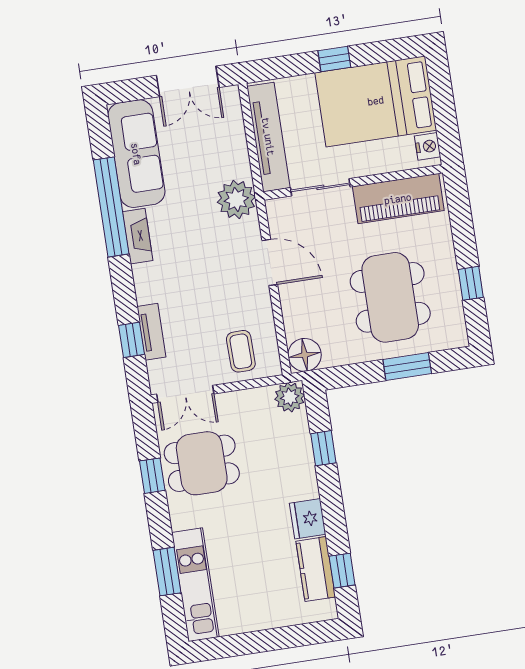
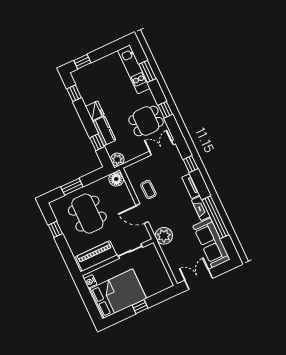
tv unit: (268, 137) -> (158, 266), removed
tv unit: (151, 332) -> (191, 186), moved
coffee table: (241, 351) -> (148, 190), moved
kitchen counter: (316, 569) -> (104, 131), moved
window: (304, 635) -> (82, 62), added

